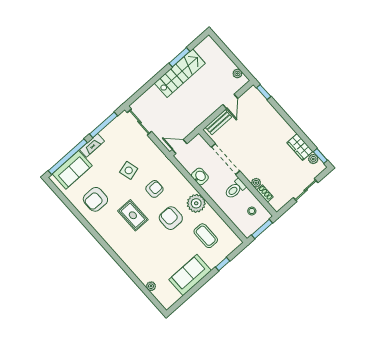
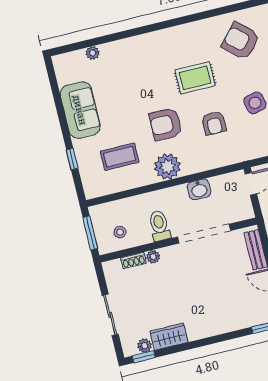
armchair: (95, 199) -> (241, 41), turned -48
armchair: (171, 218) -> (166, 124), turned 180

